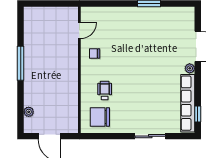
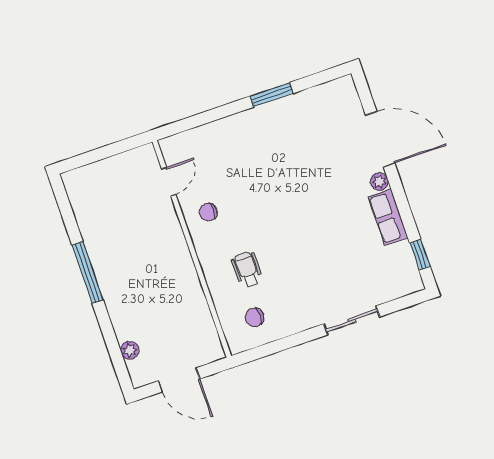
row of seats: (188, 103) -> (388, 217), width x0.50
chair: (100, 117) -> (254, 317), width x0.54, depth x0.54

